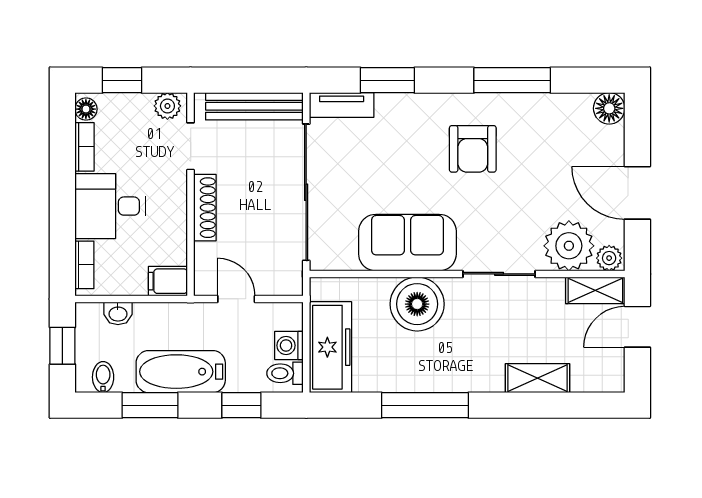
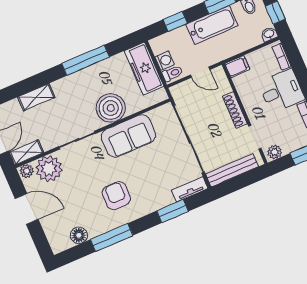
floor lamp: (609, 108) -> (79, 235), moved
washbasin: (118, 313) -> (269, 34), moved
toilet: (285, 373) -> (172, 73), moved

